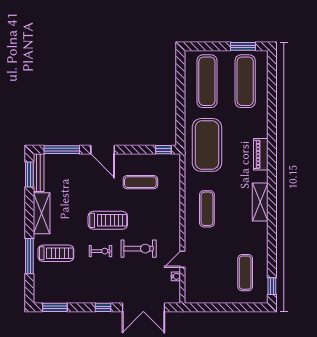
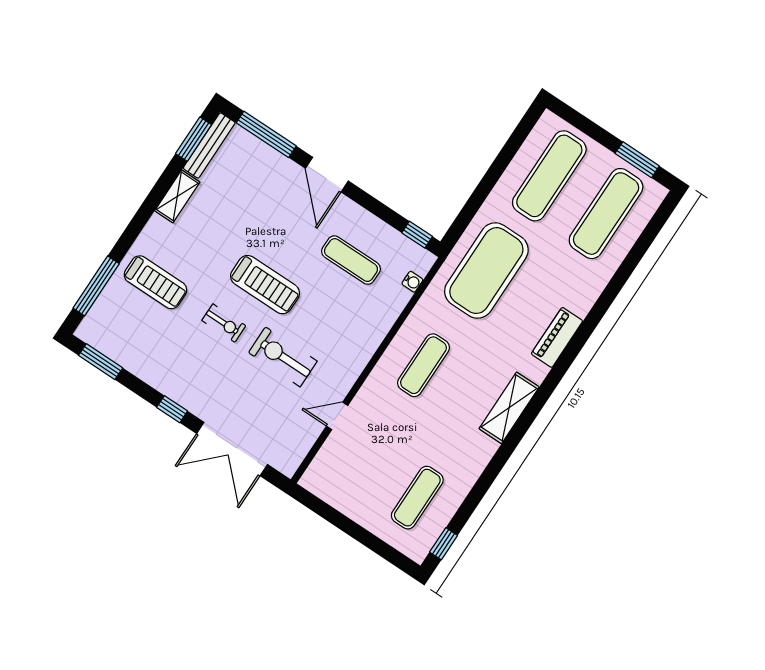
shelving: (42, 213) -> (177, 196), width x0.67, depth x0.75
exercise bike: (139, 249) -> (283, 357), turned 180
window: (29, 256) -> (96, 286), moved
water cooler: (176, 276) -> (412, 282), moved

